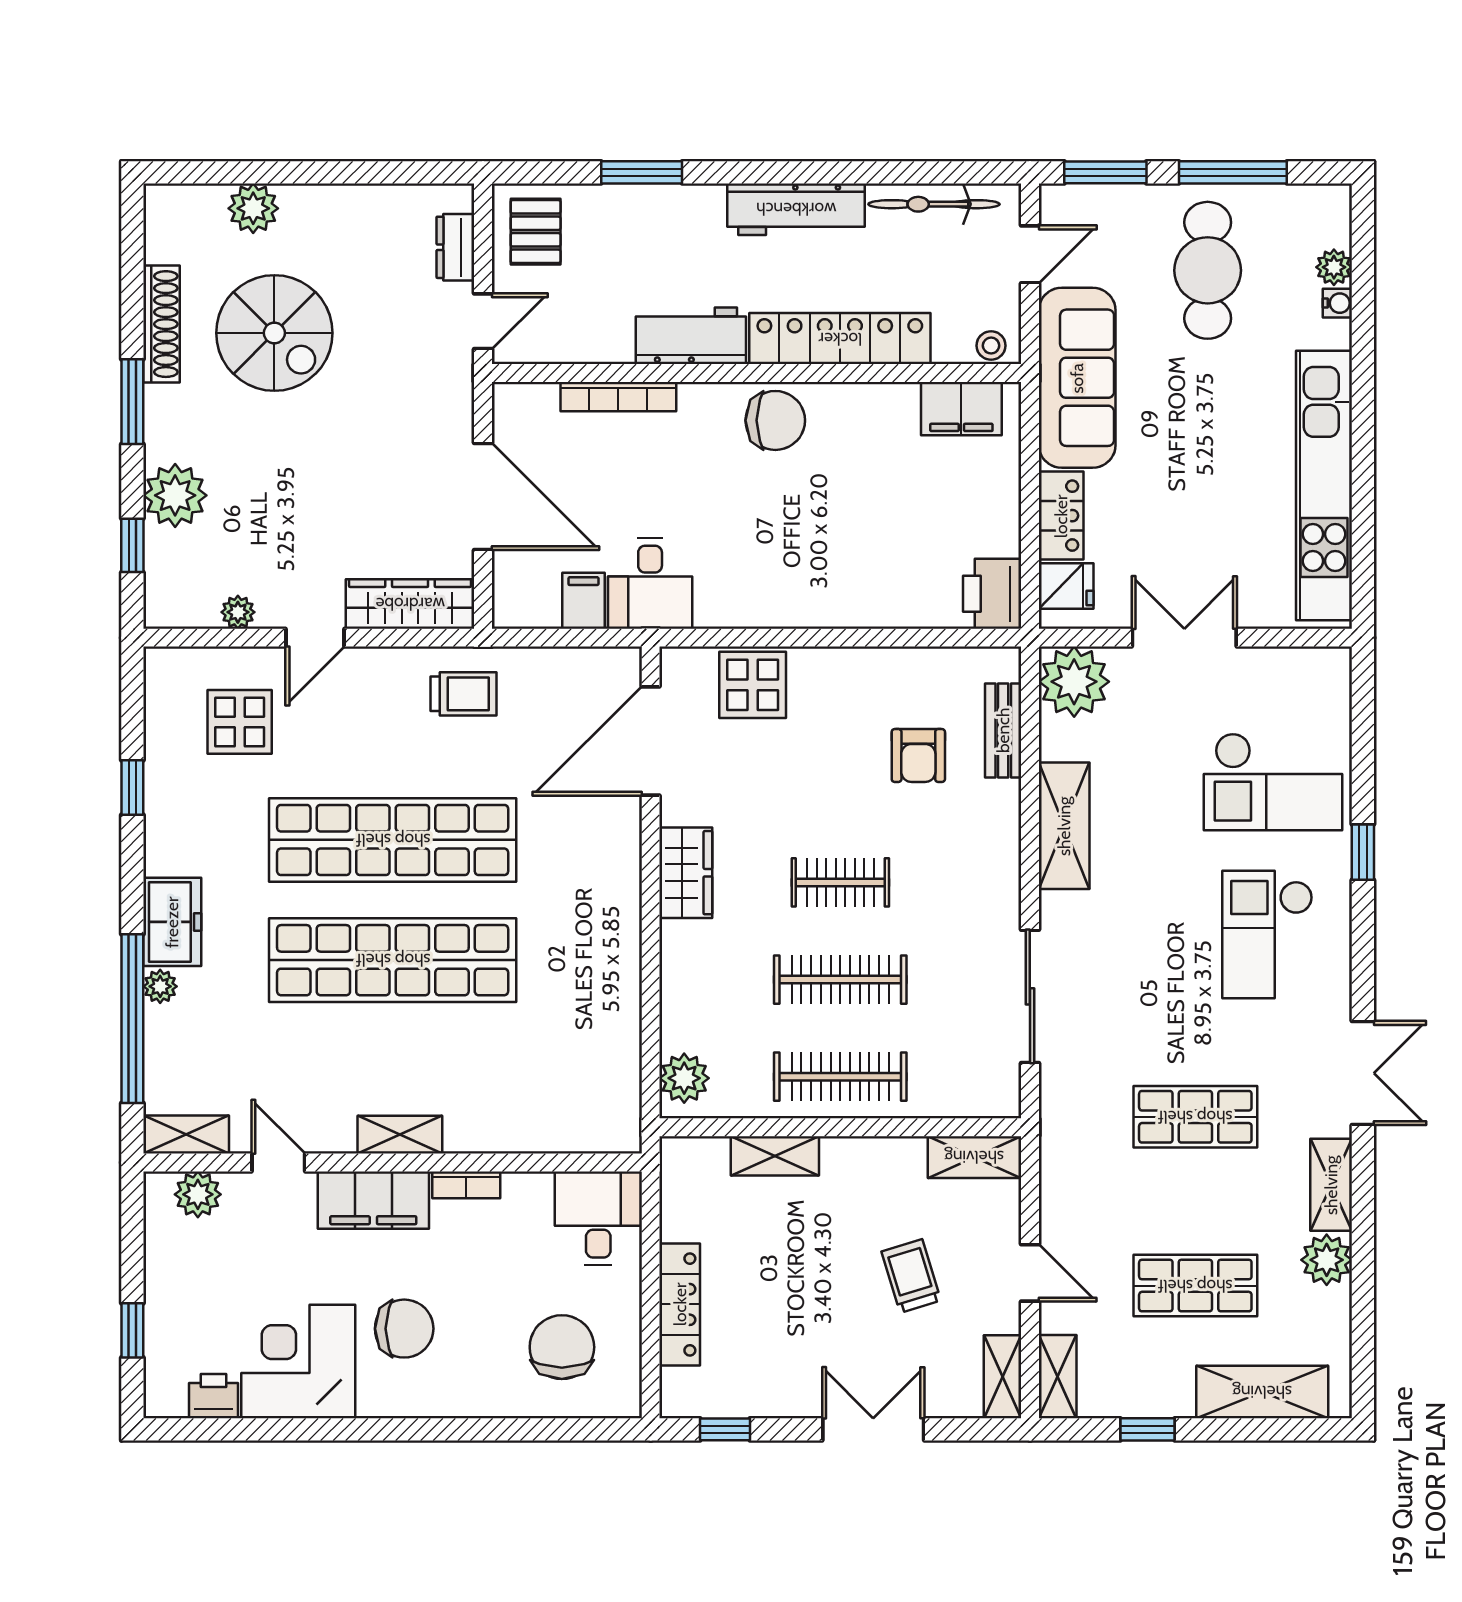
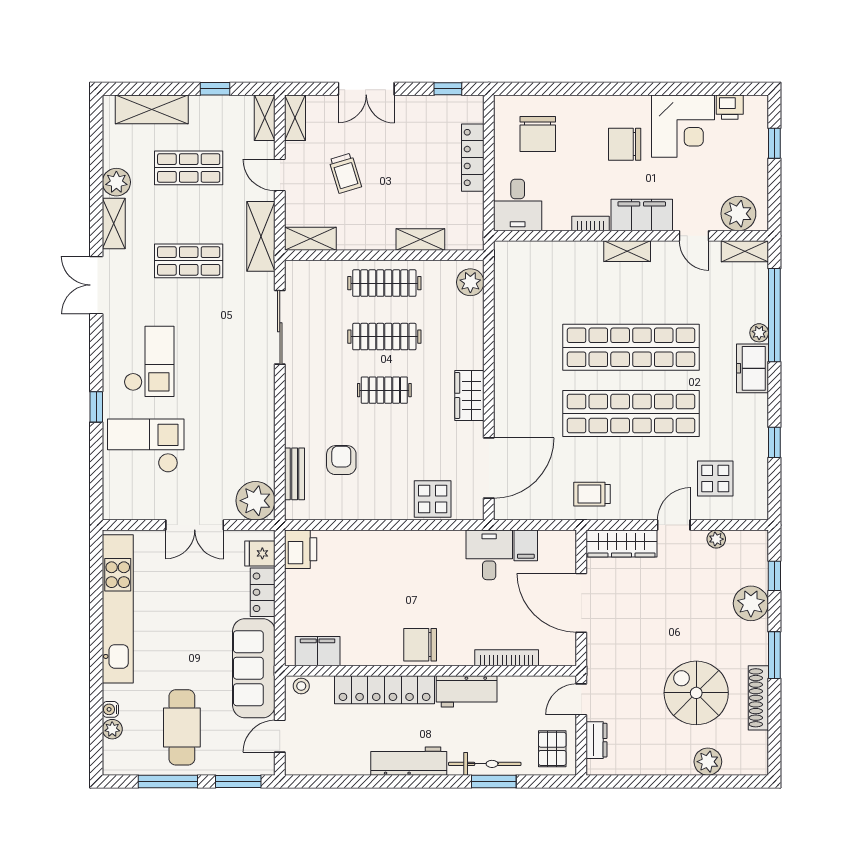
bicycle: (934, 204) -> (485, 764), moved
shelving: (1064, 826) -> (261, 236), moved
plant: (198, 1194) -> (738, 214), width x1.36, depth x1.36

